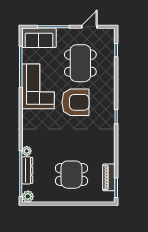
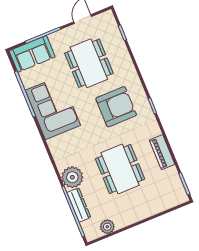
armchair: (75, 102) -> (116, 107), moved
plant: (27, 151) -> (72, 177), width x1.87, depth x1.87
dining table: (72, 175) -> (120, 169), moved, width x1.38
piano: (109, 177) -> (162, 152), moved
plant: (28, 196) -> (107, 227), moved

